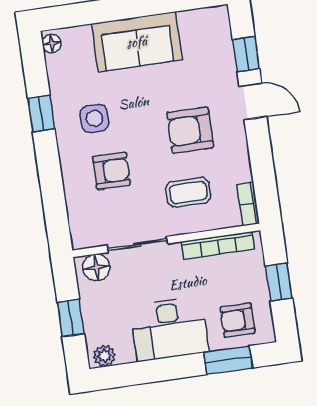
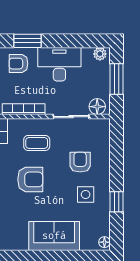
armchair: (111, 171) -> (80, 162), turned 90
window: (71, 318) -> (117, 79), width x1.50
armchair: (238, 320) -> (18, 64), turned 180

